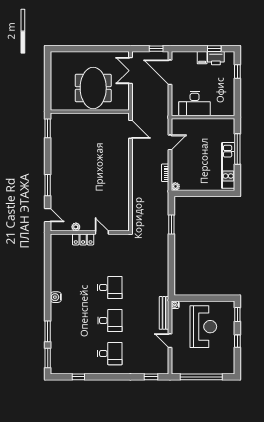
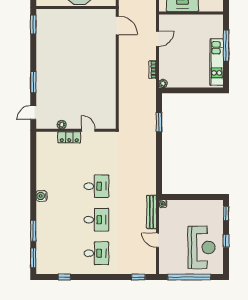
door: (48, 215) -> (33, 113), swing flipped
reception desk: (203, 327) -> (202, 247), moved

